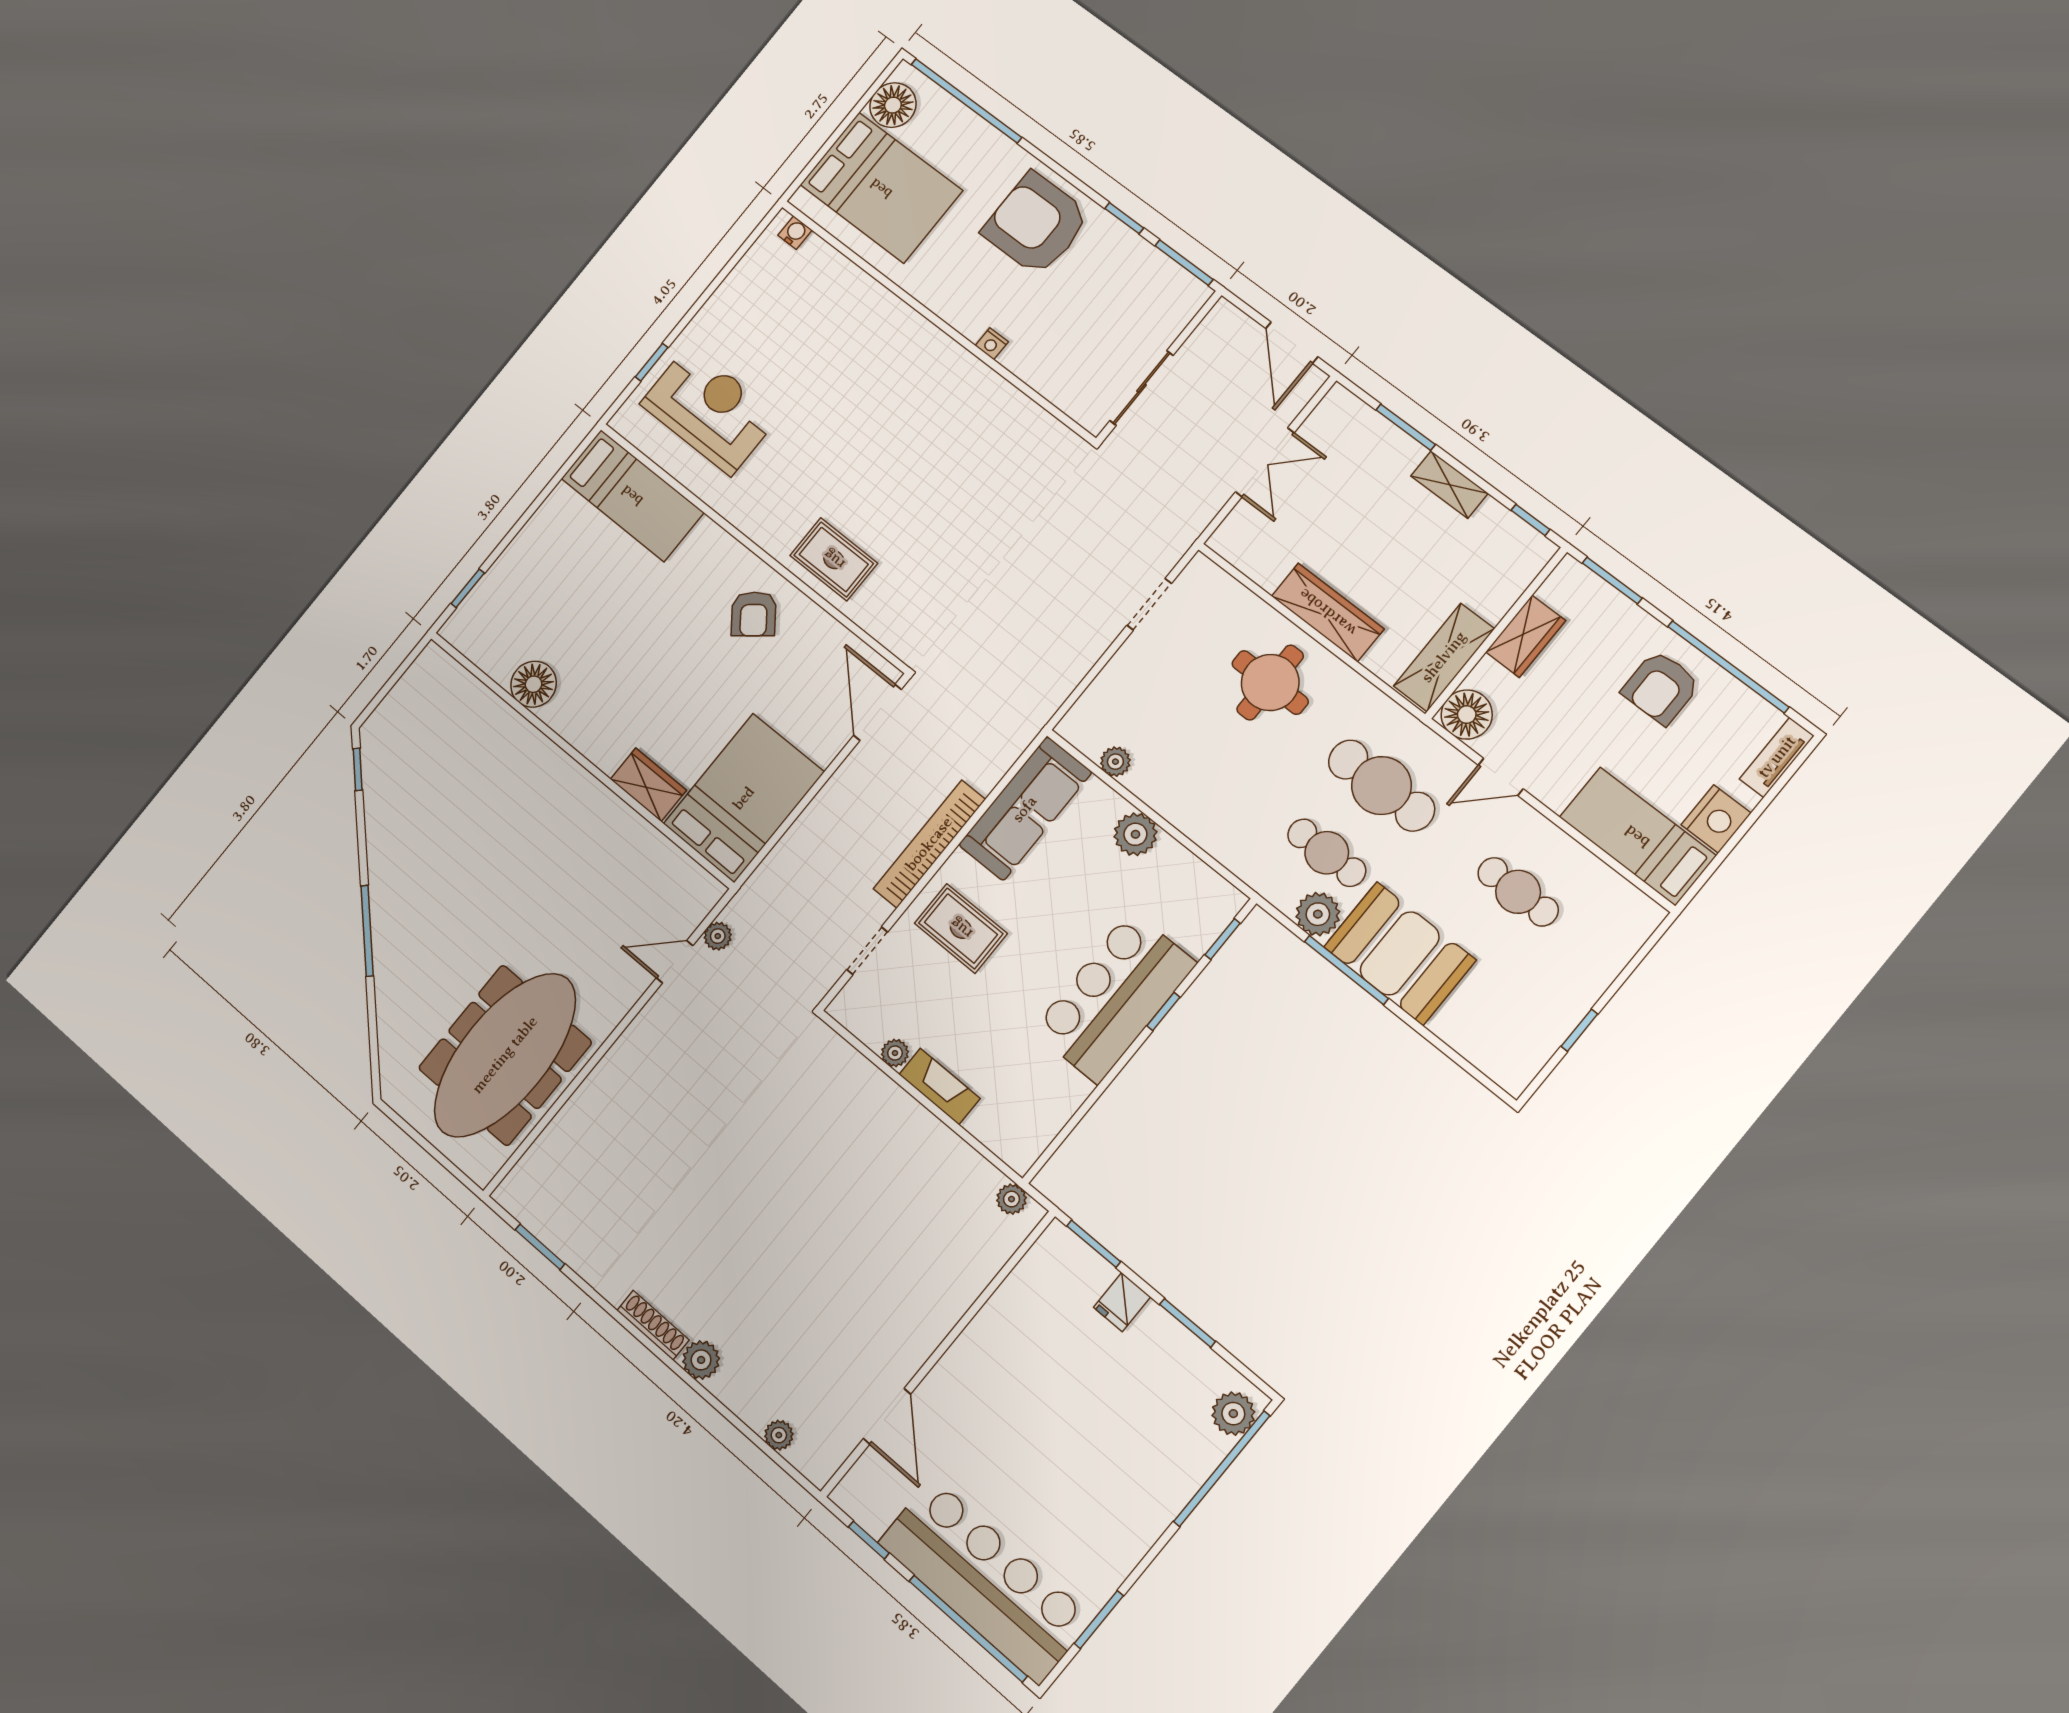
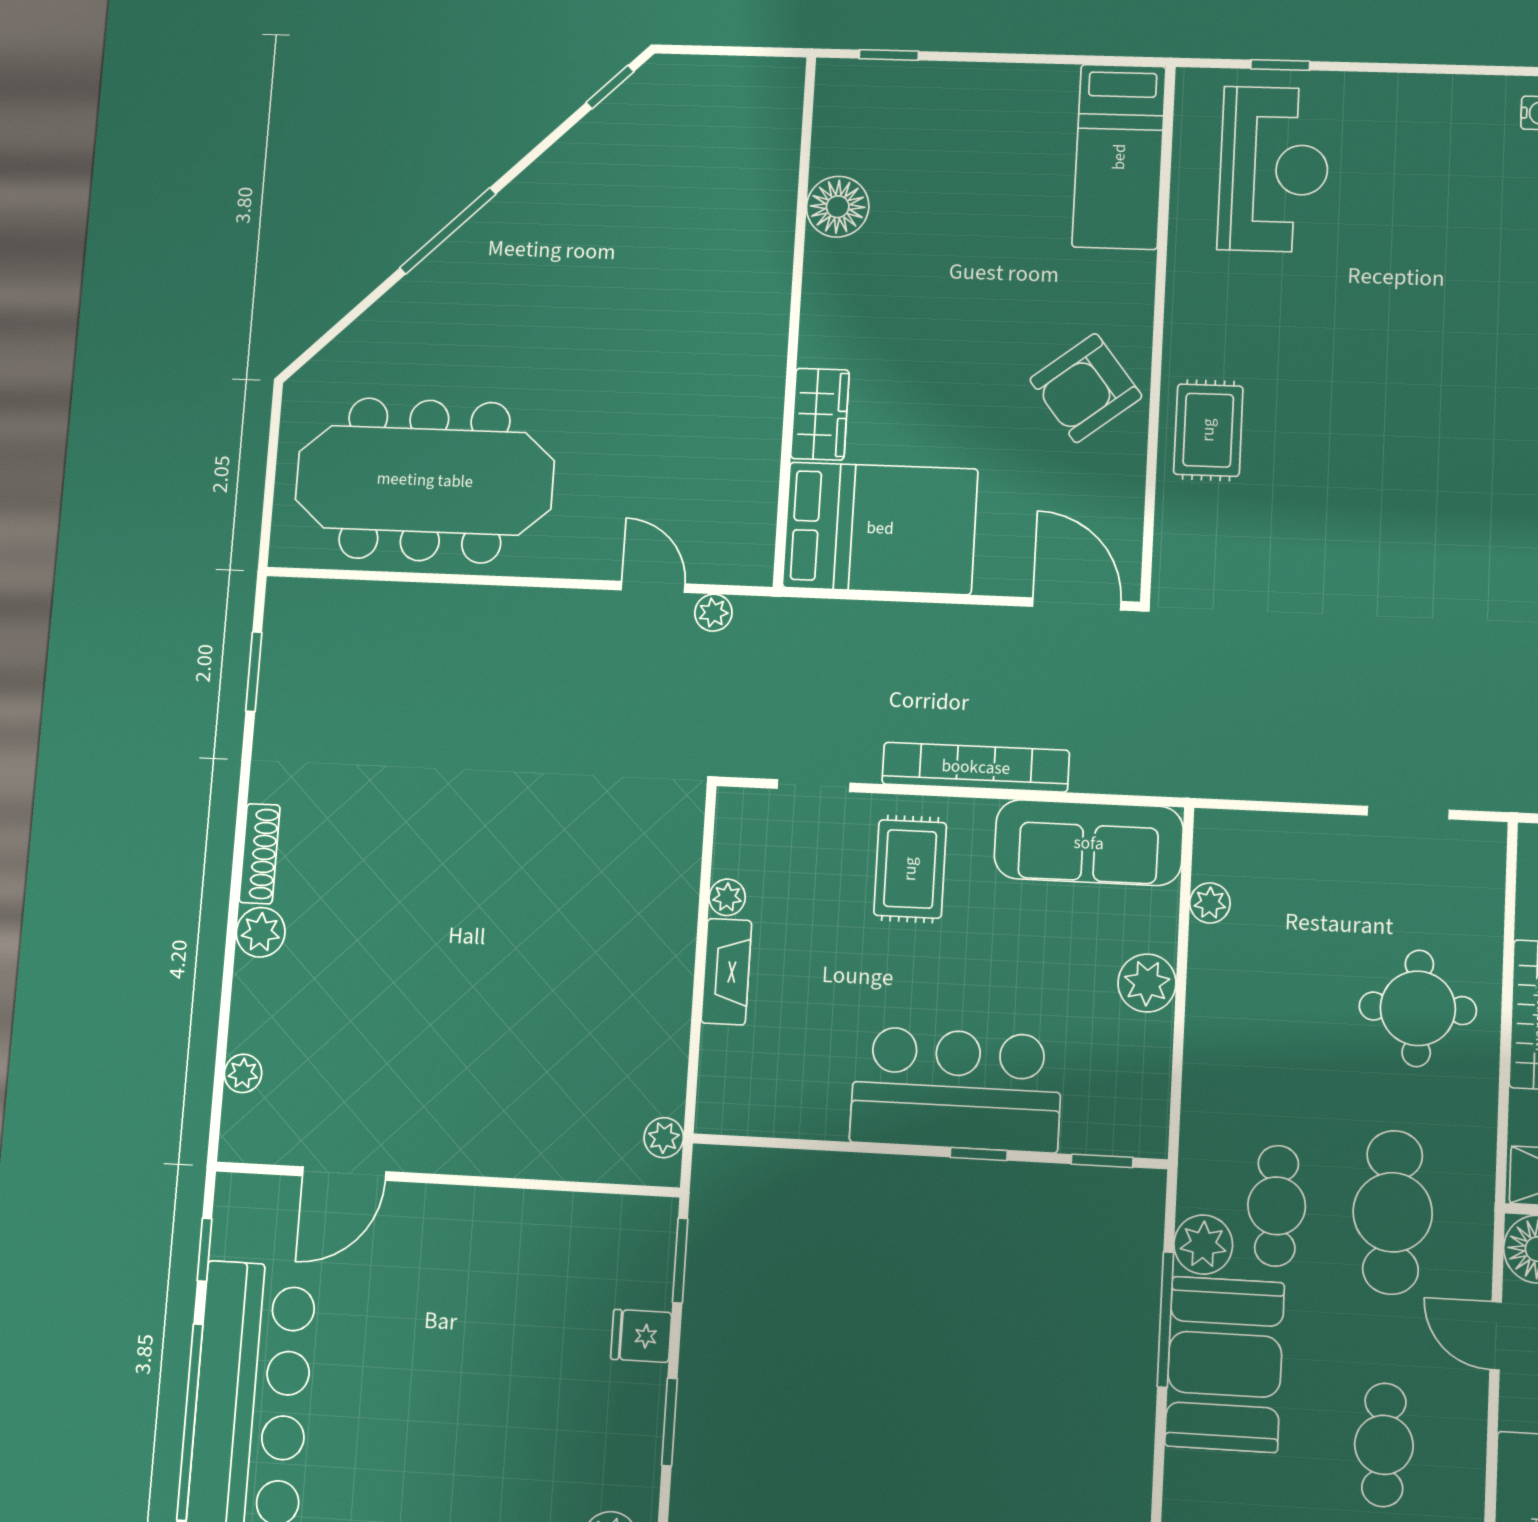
armchair: (754, 614) -> (1086, 388), width x1.38, depth x1.38
door: (878, 712) -> (1077, 604), hinge flipped

